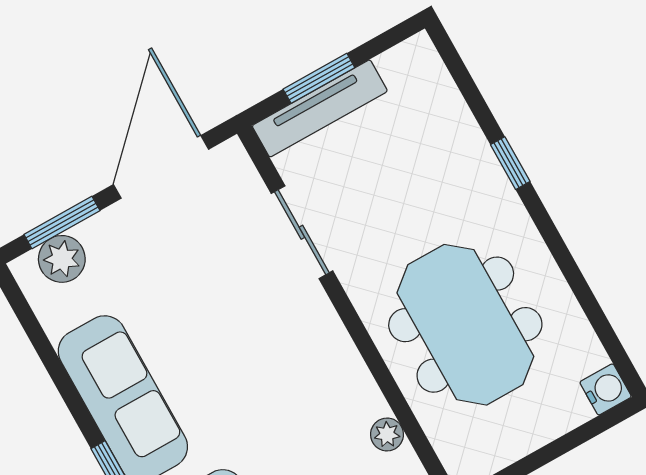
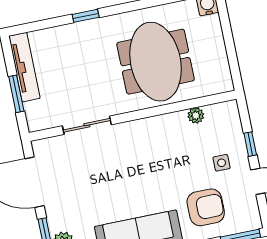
tv unit: (320, 108) -> (24, 67), moved
meeting table: (465, 325) -> (156, 62), turned 90

